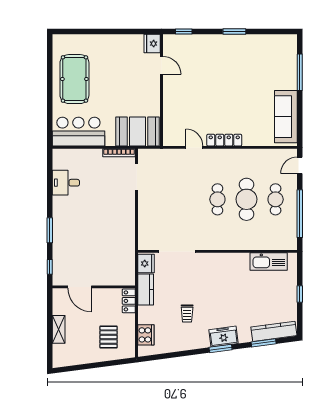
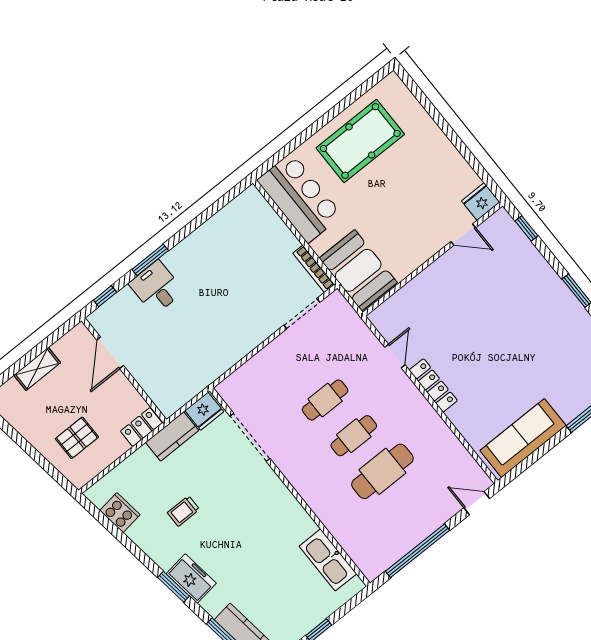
door: (162, 65) -> (463, 235), hinge flipped
desk: (66, 183) -> (156, 288), moved
cafe table: (276, 199) -> (325, 400), moved
cooker: (146, 335) -> (120, 513), moved, turned -98

